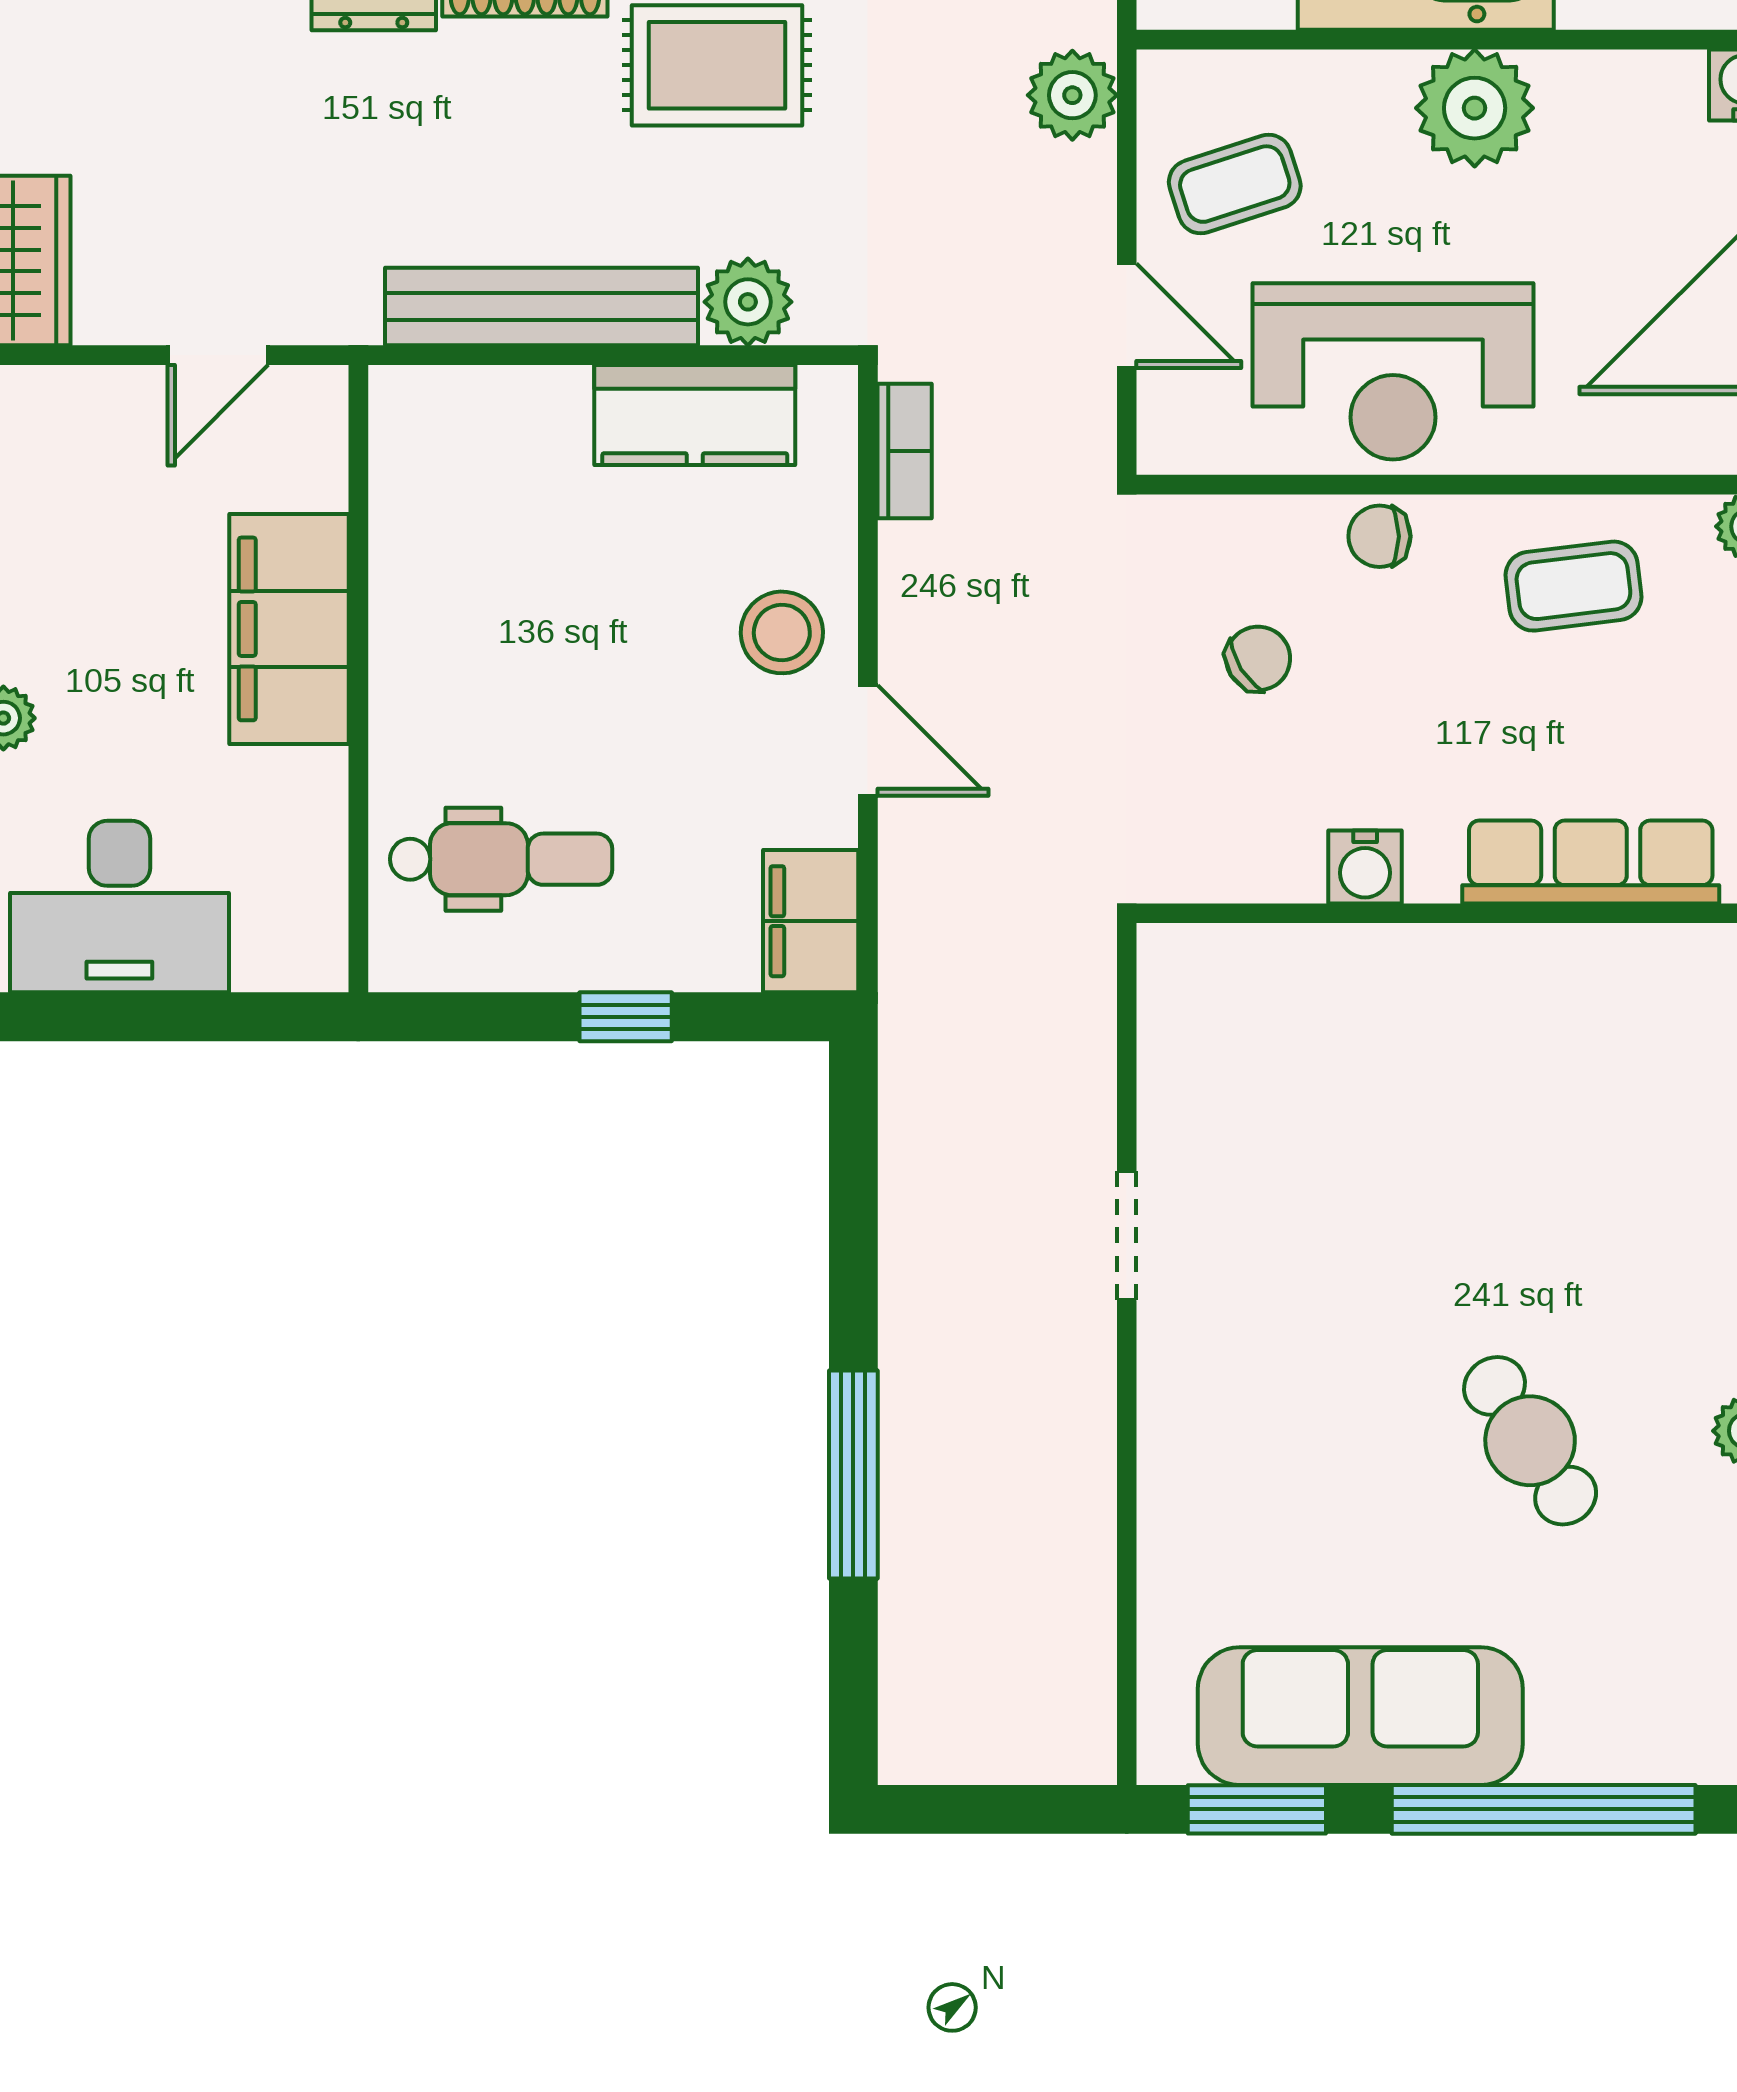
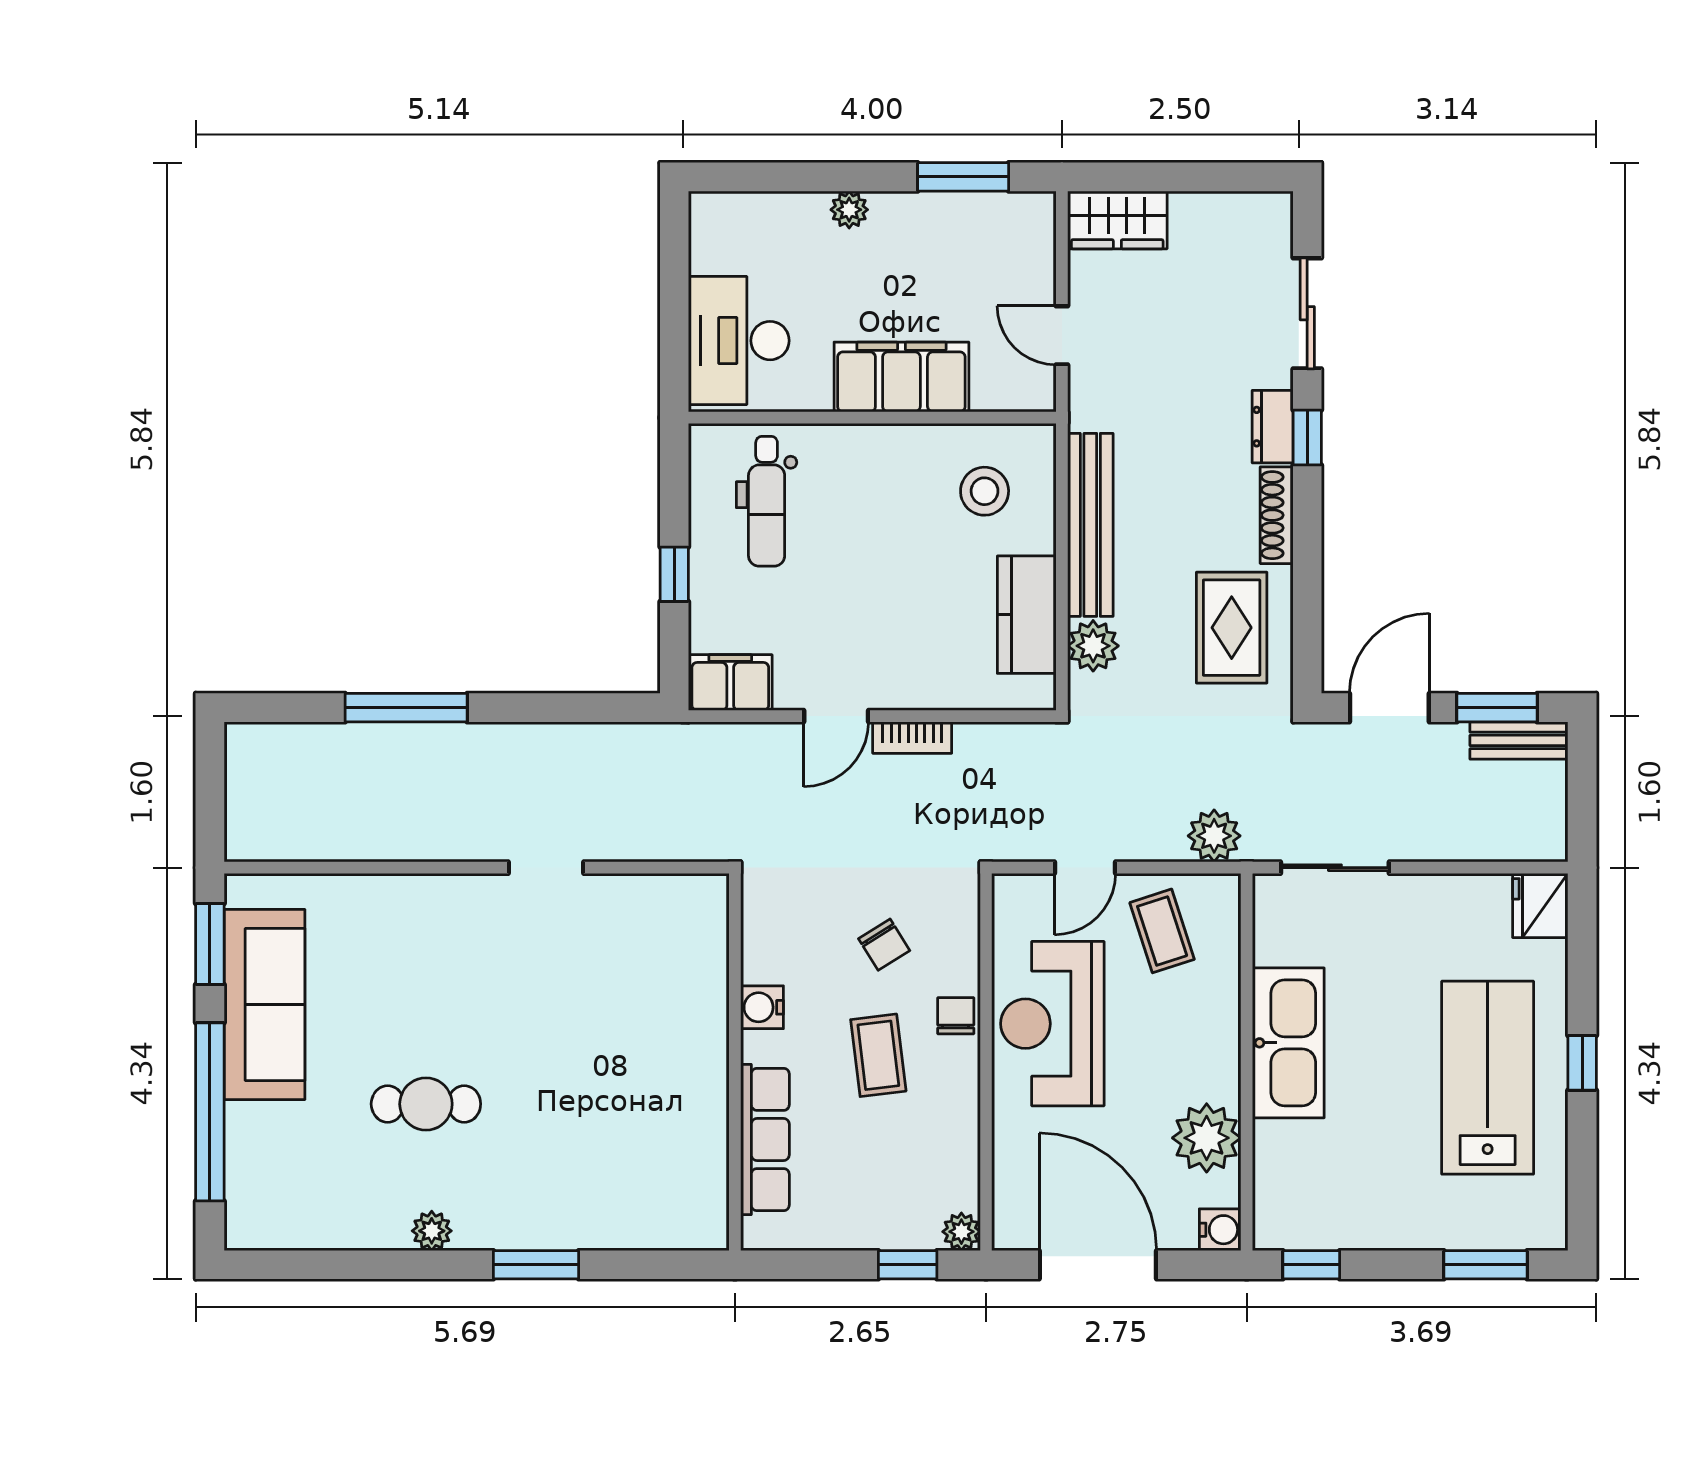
plant: (1475, 108) -> (1207, 1138), moved
bookcase: (905, 451) -> (912, 738), moved
coffee table: (1573, 586) -> (878, 1055), moved
stool: (782, 632) -> (985, 491), moved
desk: (119, 907) -> (739, 341), moved
cafe table: (1530, 1441) -> (426, 1104), turned 33

